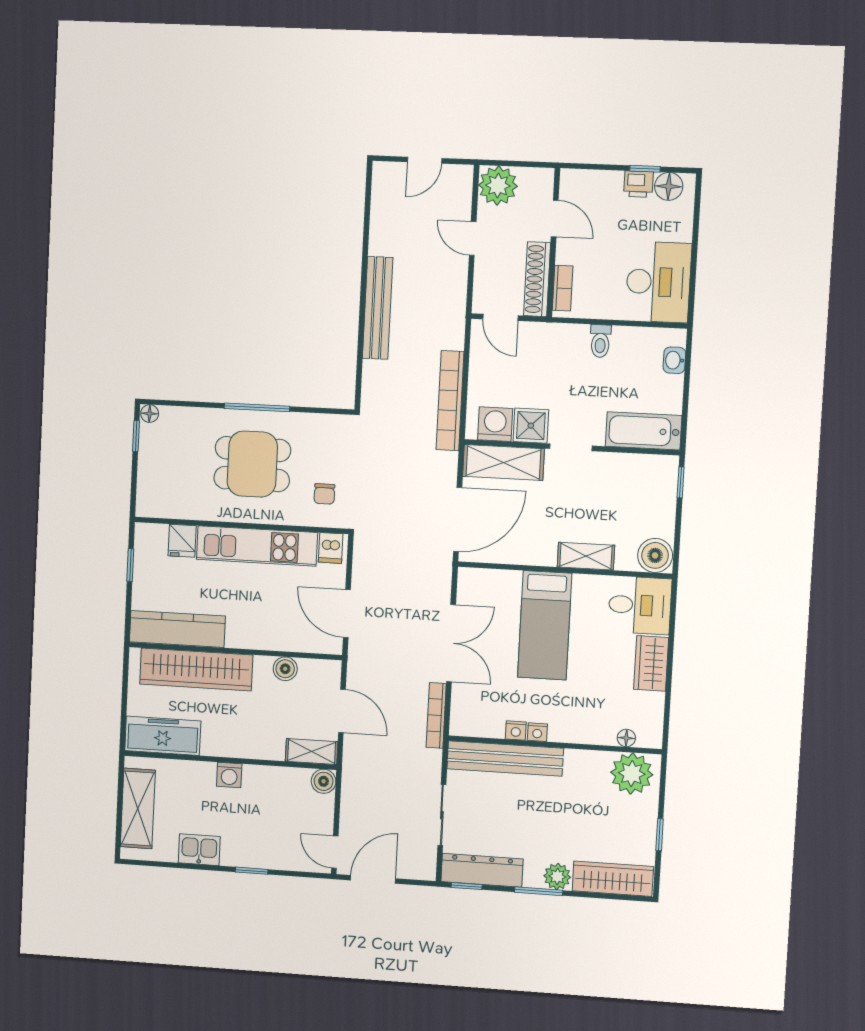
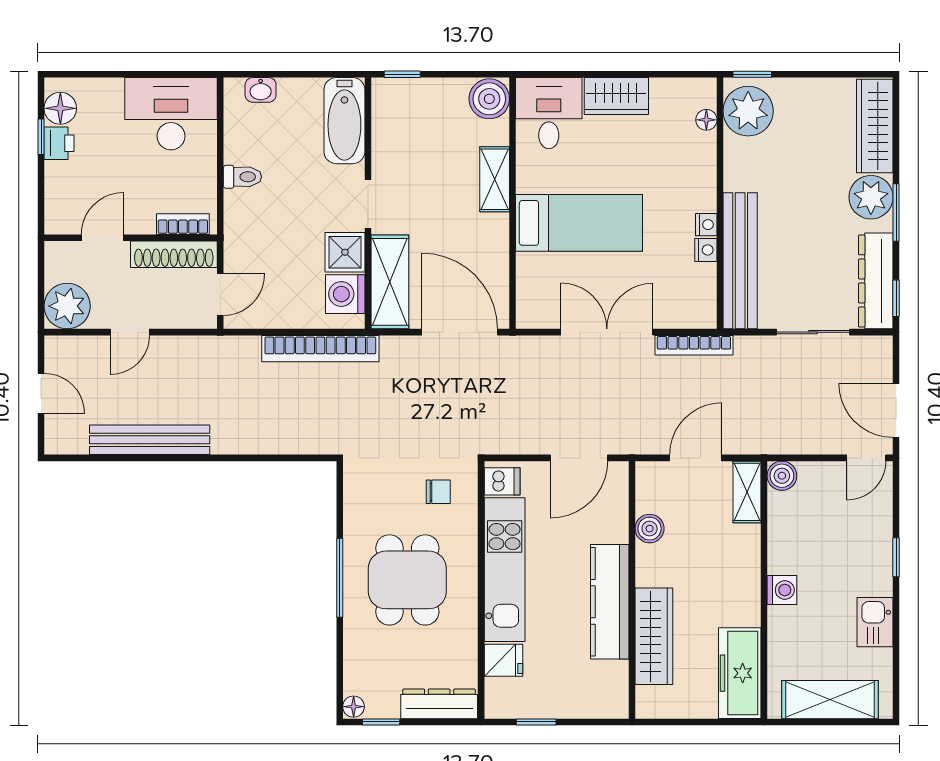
bench: (378, 308) -> (150, 440), moved
dresser: (149, 485) -> (439, 704), added
kitchen counter: (177, 629) -> (610, 602), moved
wardrobe: (196, 669) -> (654, 636), width x0.71, depth x0.85
window: (660, 835) -> (752, 74), moved
plant: (557, 876) -> (871, 197), width x1.36, depth x1.36

